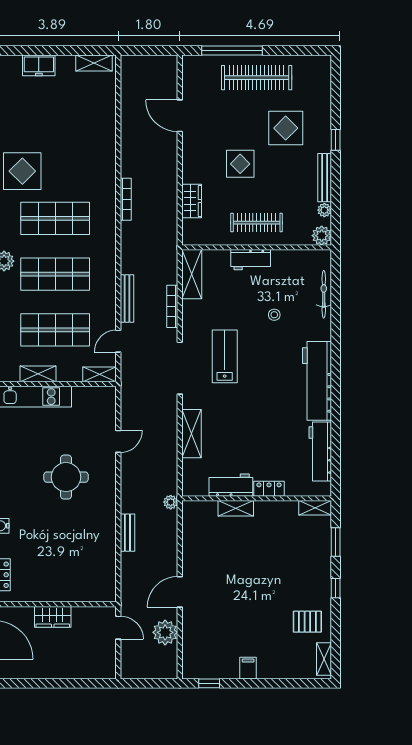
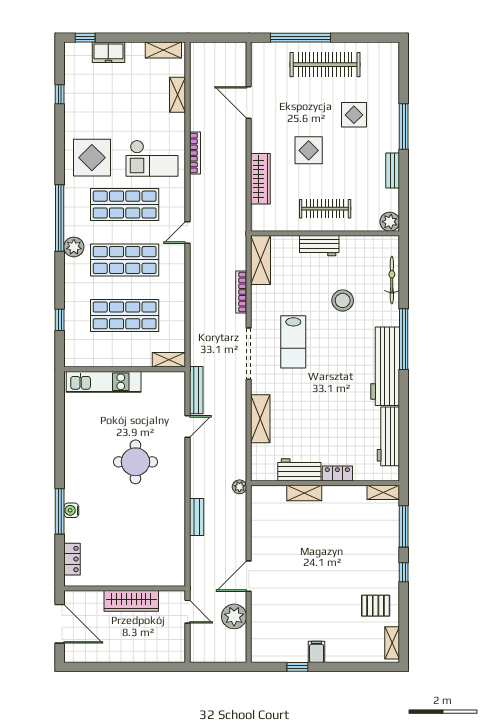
window: (15, 51) -> (85, 38), added
display table: (286, 128) -> (354, 115), width x0.73, depth x0.73
window: (336, 140) -> (404, 126), width x2.17
checkout: (83, 172) -> (152, 158), added
bench: (325, 178) -> (393, 170), width x0.73
bookcase: (126, 199) -> (195, 153), moved
wardrobe: (192, 201) -> (260, 179), width x1.50
plant: (324, 210) -> (393, 196), removed
bench: (127, 298) -> (196, 390), moved
stool: (274, 315) -> (343, 300), width x1.89, depth x1.89
door: (118, 341) -> (187, 233), moved
window: (336, 354) -> (404, 339), added
lab bench: (225, 356) -> (293, 342), turned 180
shelving: (38, 374) -> (177, 95), moved, turned 90
window: (336, 542) -> (404, 526), width x1.44
wardrobe: (53, 617) -> (131, 601), width x1.50
window: (209, 683) -> (297, 667), moved

